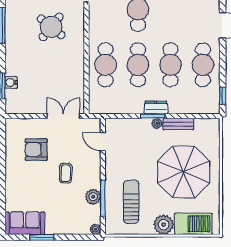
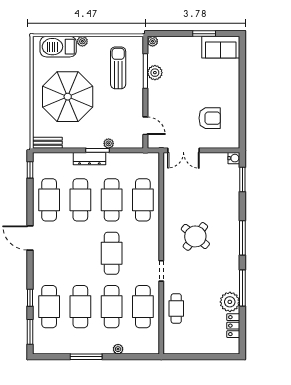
water cooler: (11, 82) -> (234, 158), moved
dresser: (156, 108) -> (89, 159), width x1.44
plant: (157, 123) -> (109, 143), moved
bench: (178, 124) -> (47, 143), moved
coffee table: (66, 173) -> (181, 95), removed
sun lounger: (131, 202) -> (118, 68), turned 180
plant: (164, 225) -> (82, 41), width x0.53, depth x0.53

